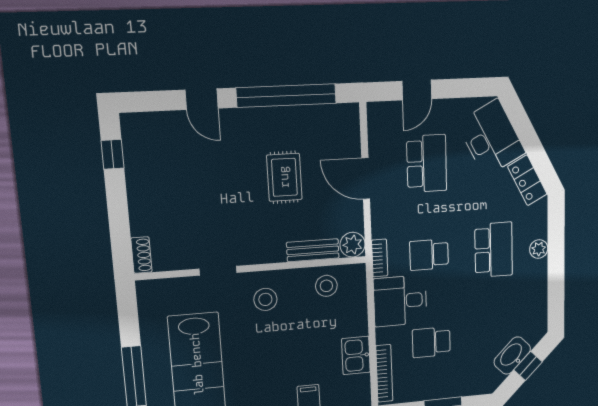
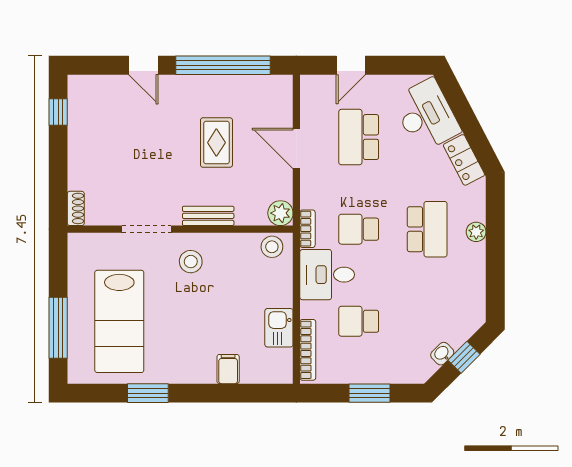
school desk: (427, 164) -> (359, 137), turned 180
bench: (313, 250) -> (208, 216), moved
doorway: (218, 271) -> (147, 229), width x1.38
stool: (326, 286) -> (272, 247), moved
washbasin: (512, 356) -> (442, 354), width x0.52, depth x0.69

